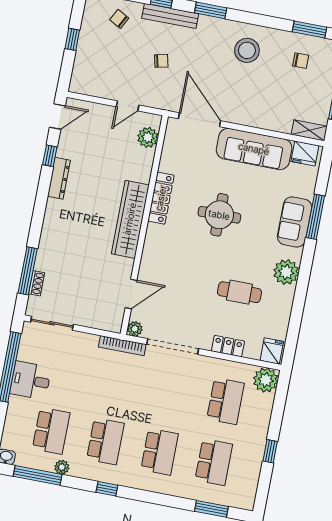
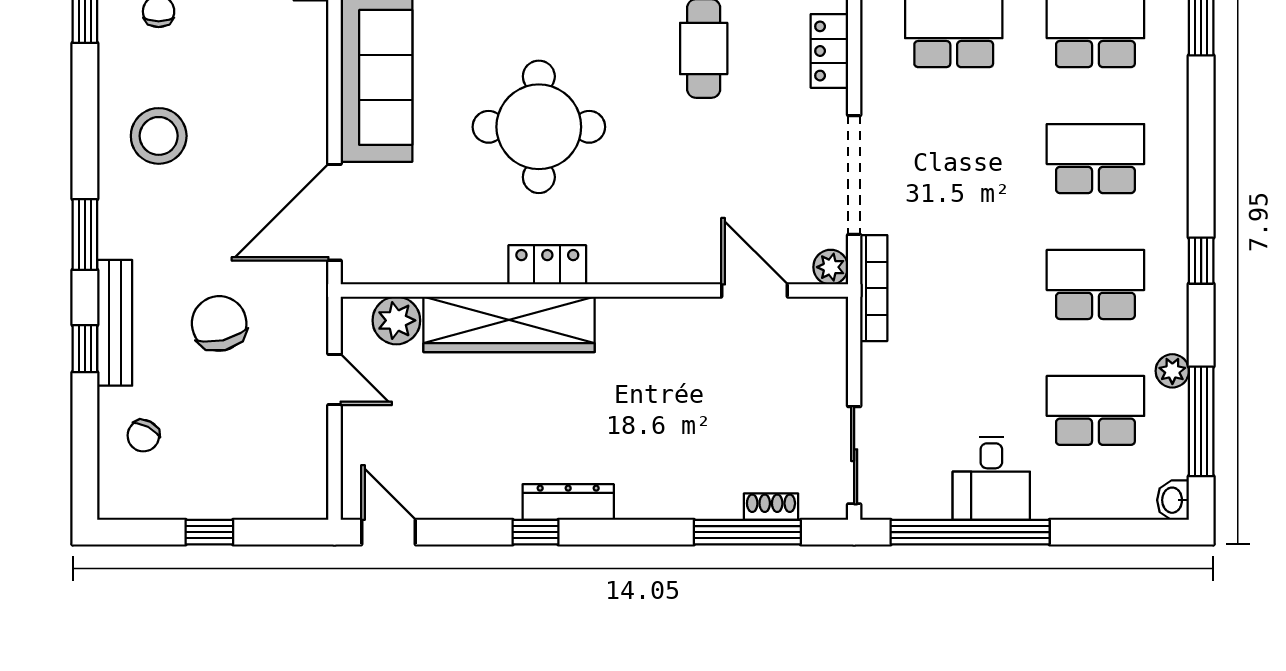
chair: (161, 61) -> (219, 323), width x1.87, depth x1.87
window: (50, 156) -> (536, 532), moved
dresser: (59, 178) -> (568, 502), moved
locker: (161, 198) -> (547, 265), width x0.66
round table: (219, 215) -> (539, 127), width x1.36, depth x1.36
wardrobe: (130, 219) -> (509, 324), moved

